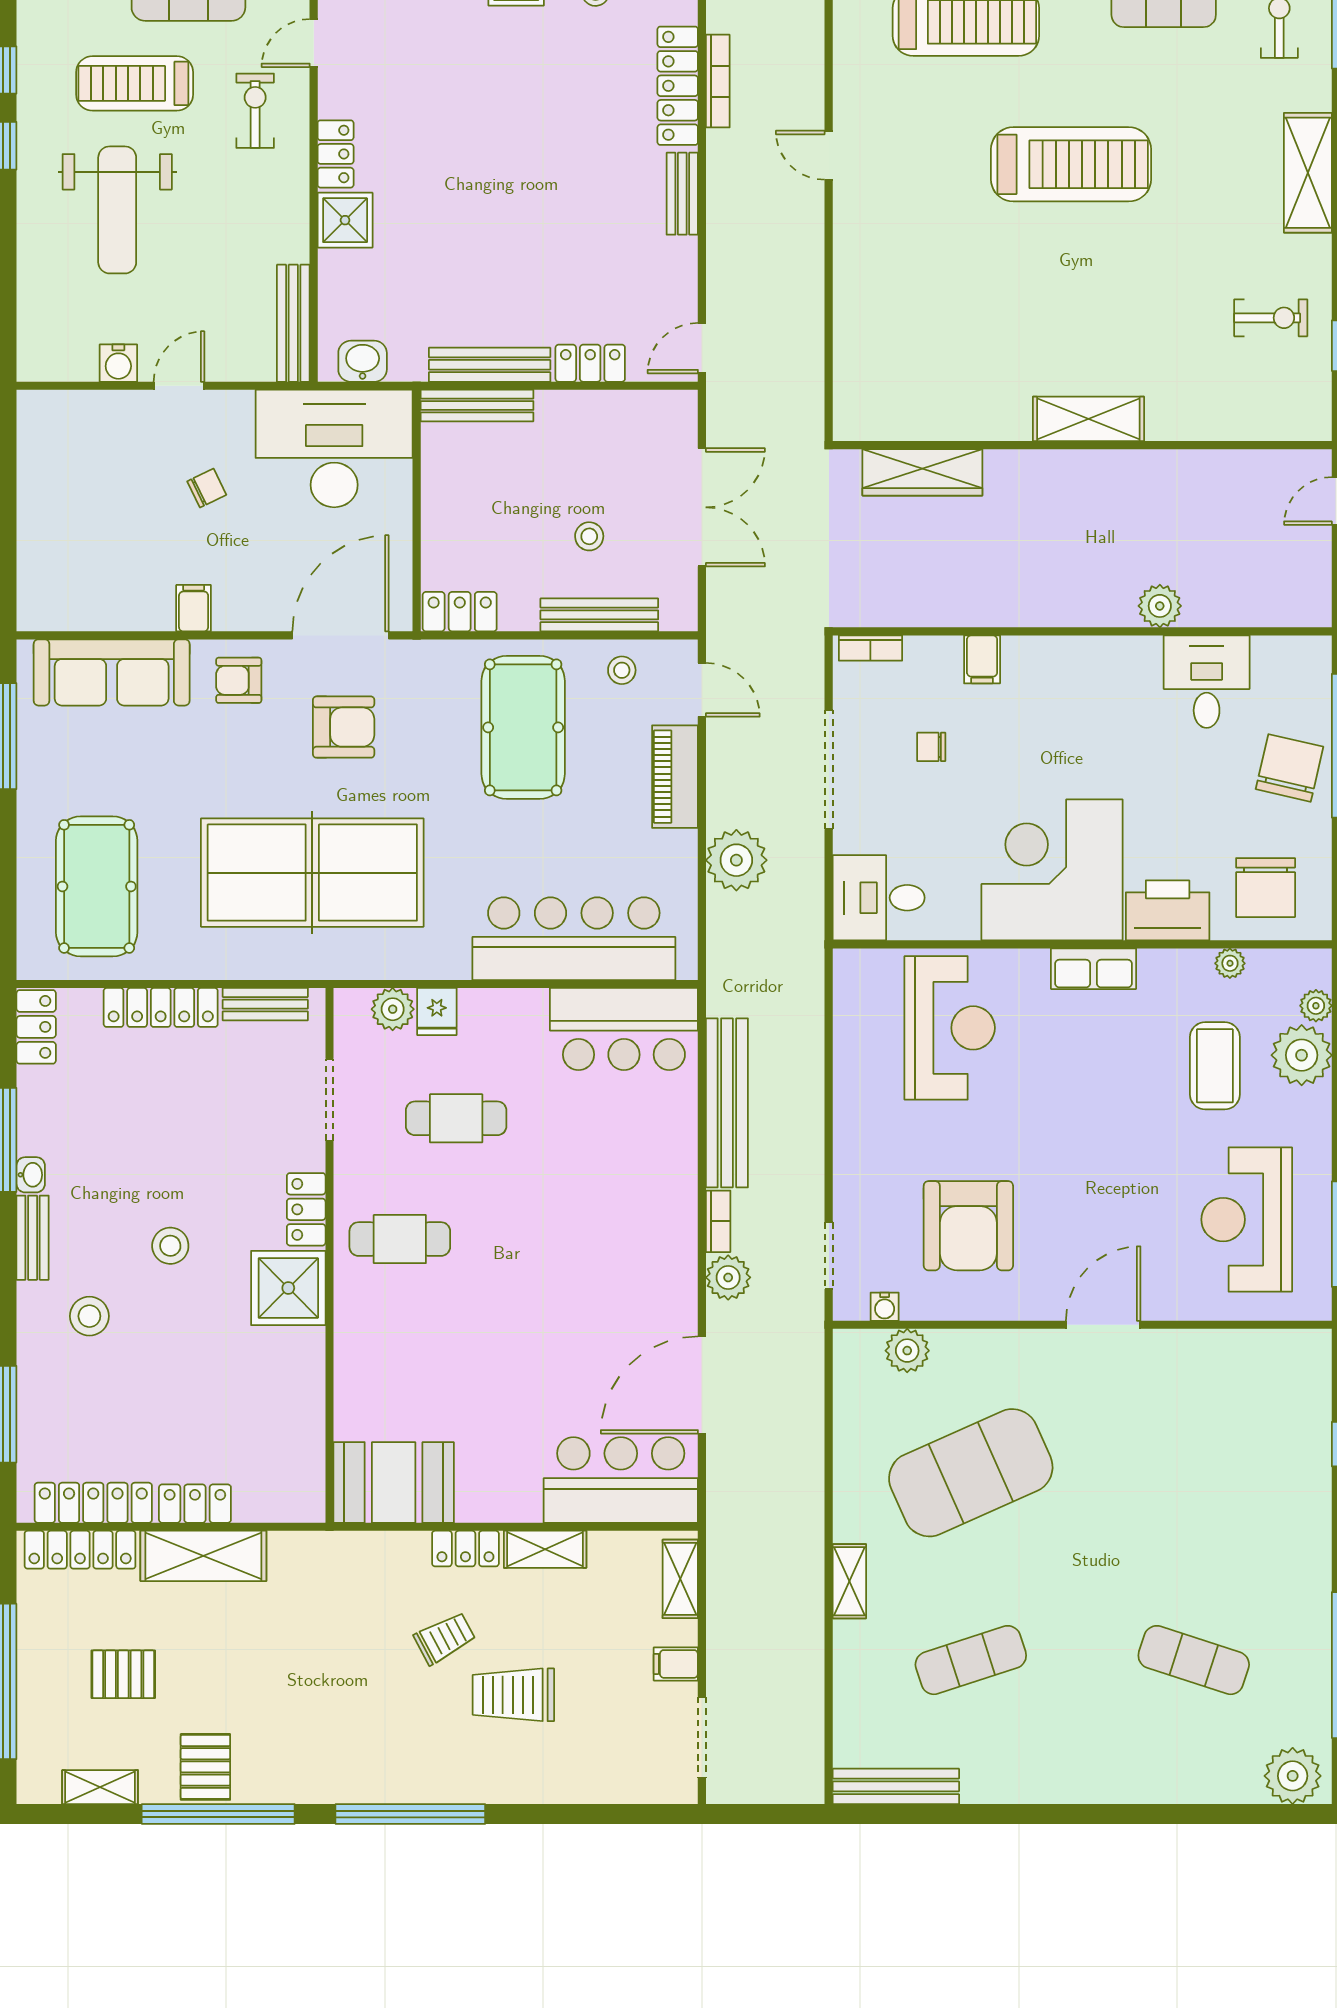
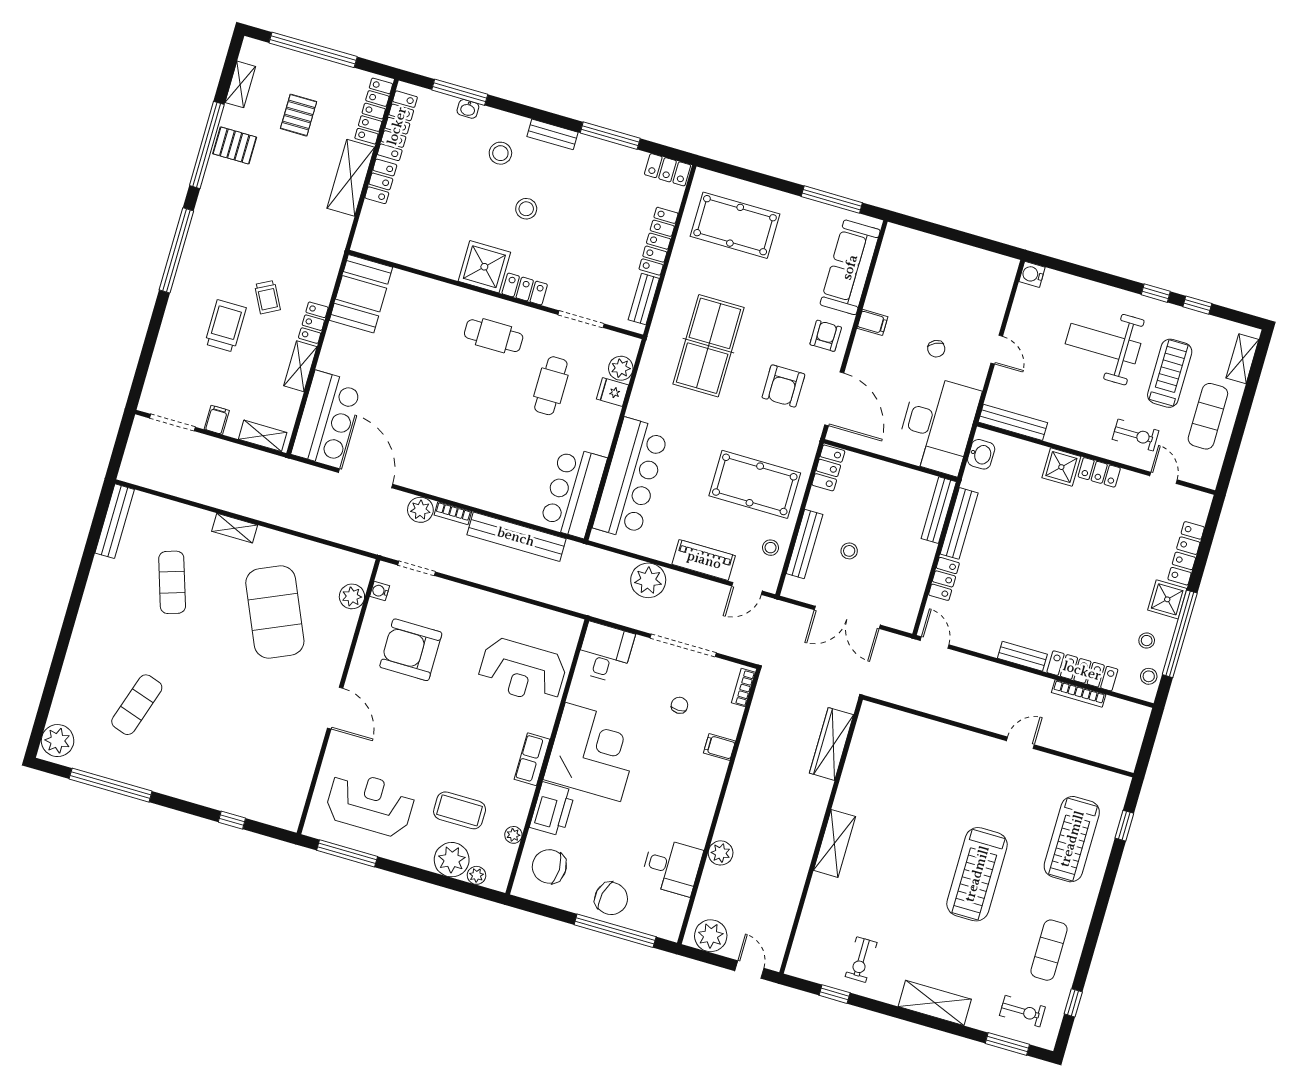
water cooler: (118, 363) -> (1032, 274), moved
plant: (1304, 582) -> (711, 936), added
table tennis table: (312, 873) -> (709, 346), width x0.73, depth x0.76
washbasin: (31, 1175) -> (468, 109), moved
cafe table: (400, 1239) -> (494, 336), turned 90

